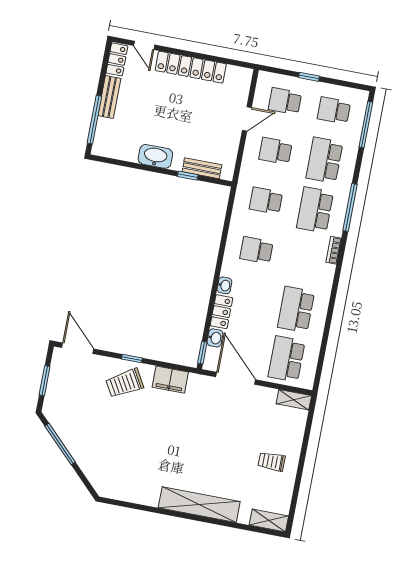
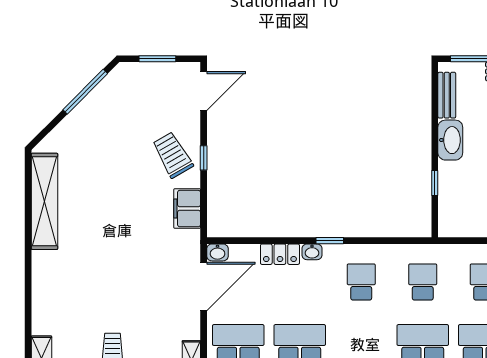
bench: (202, 168) -> (447, 95), moved
washbasin: (215, 338) -> (217, 252), moved
window: (202, 353) -> (330, 241), moved
shelving: (199, 505) -> (45, 201), moved

